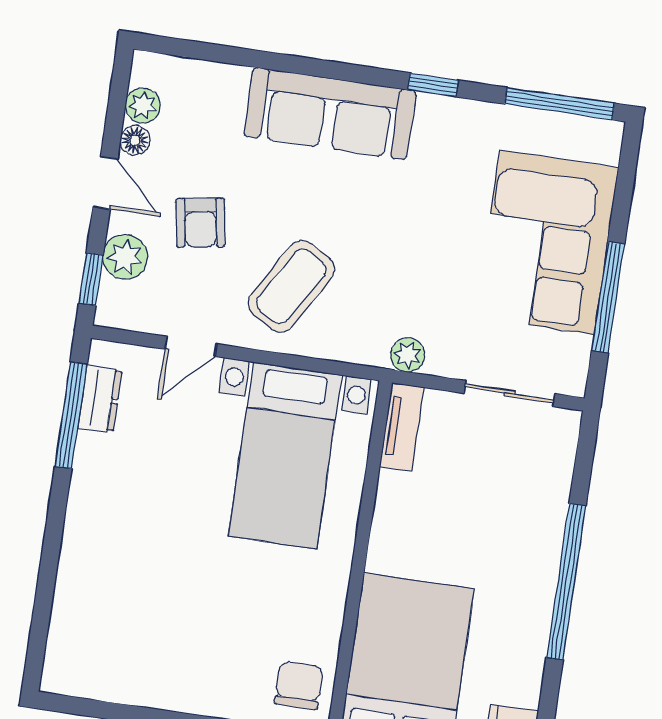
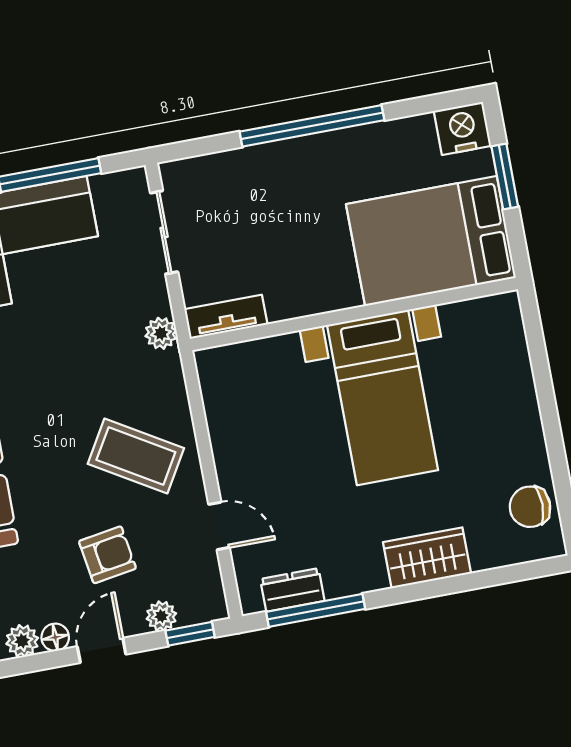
plant: (125, 257) -> (161, 616), width x0.73, depth x0.73
bed with nightstands: (285, 456) -> (382, 398), moved, turned 90
wardrobe: (85, 547) -> (427, 558), added
chair: (299, 686) -> (530, 507), moved

